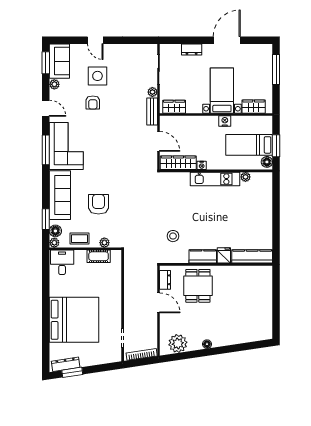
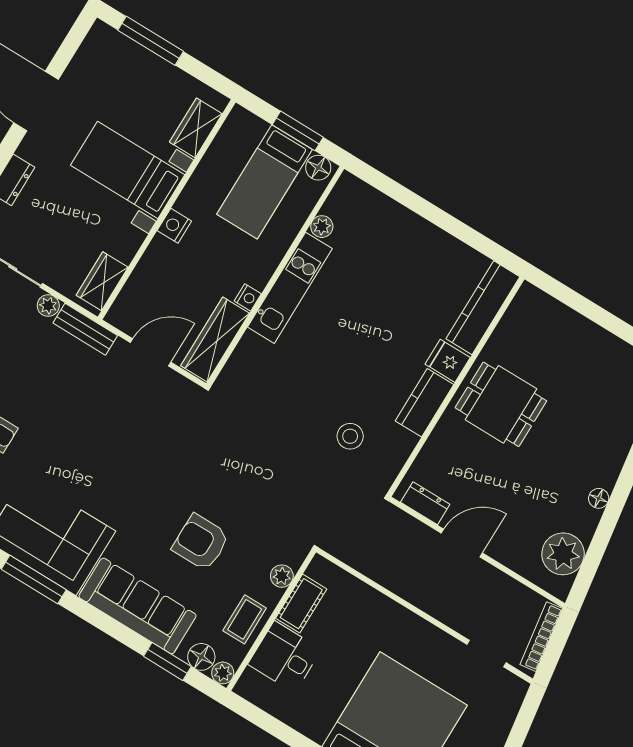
nightstand: (225, 121) -> (174, 226), moved
desk: (62, 262) -> (285, 657), moved
dining table: (198, 286) -> (501, 404), moved

